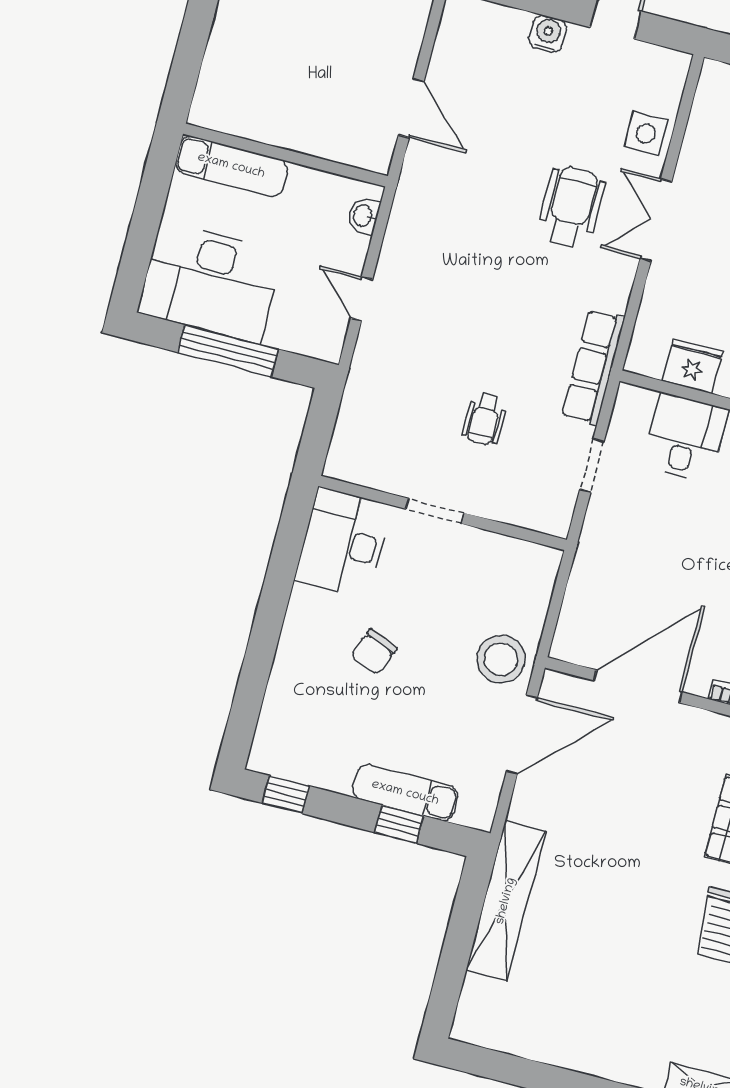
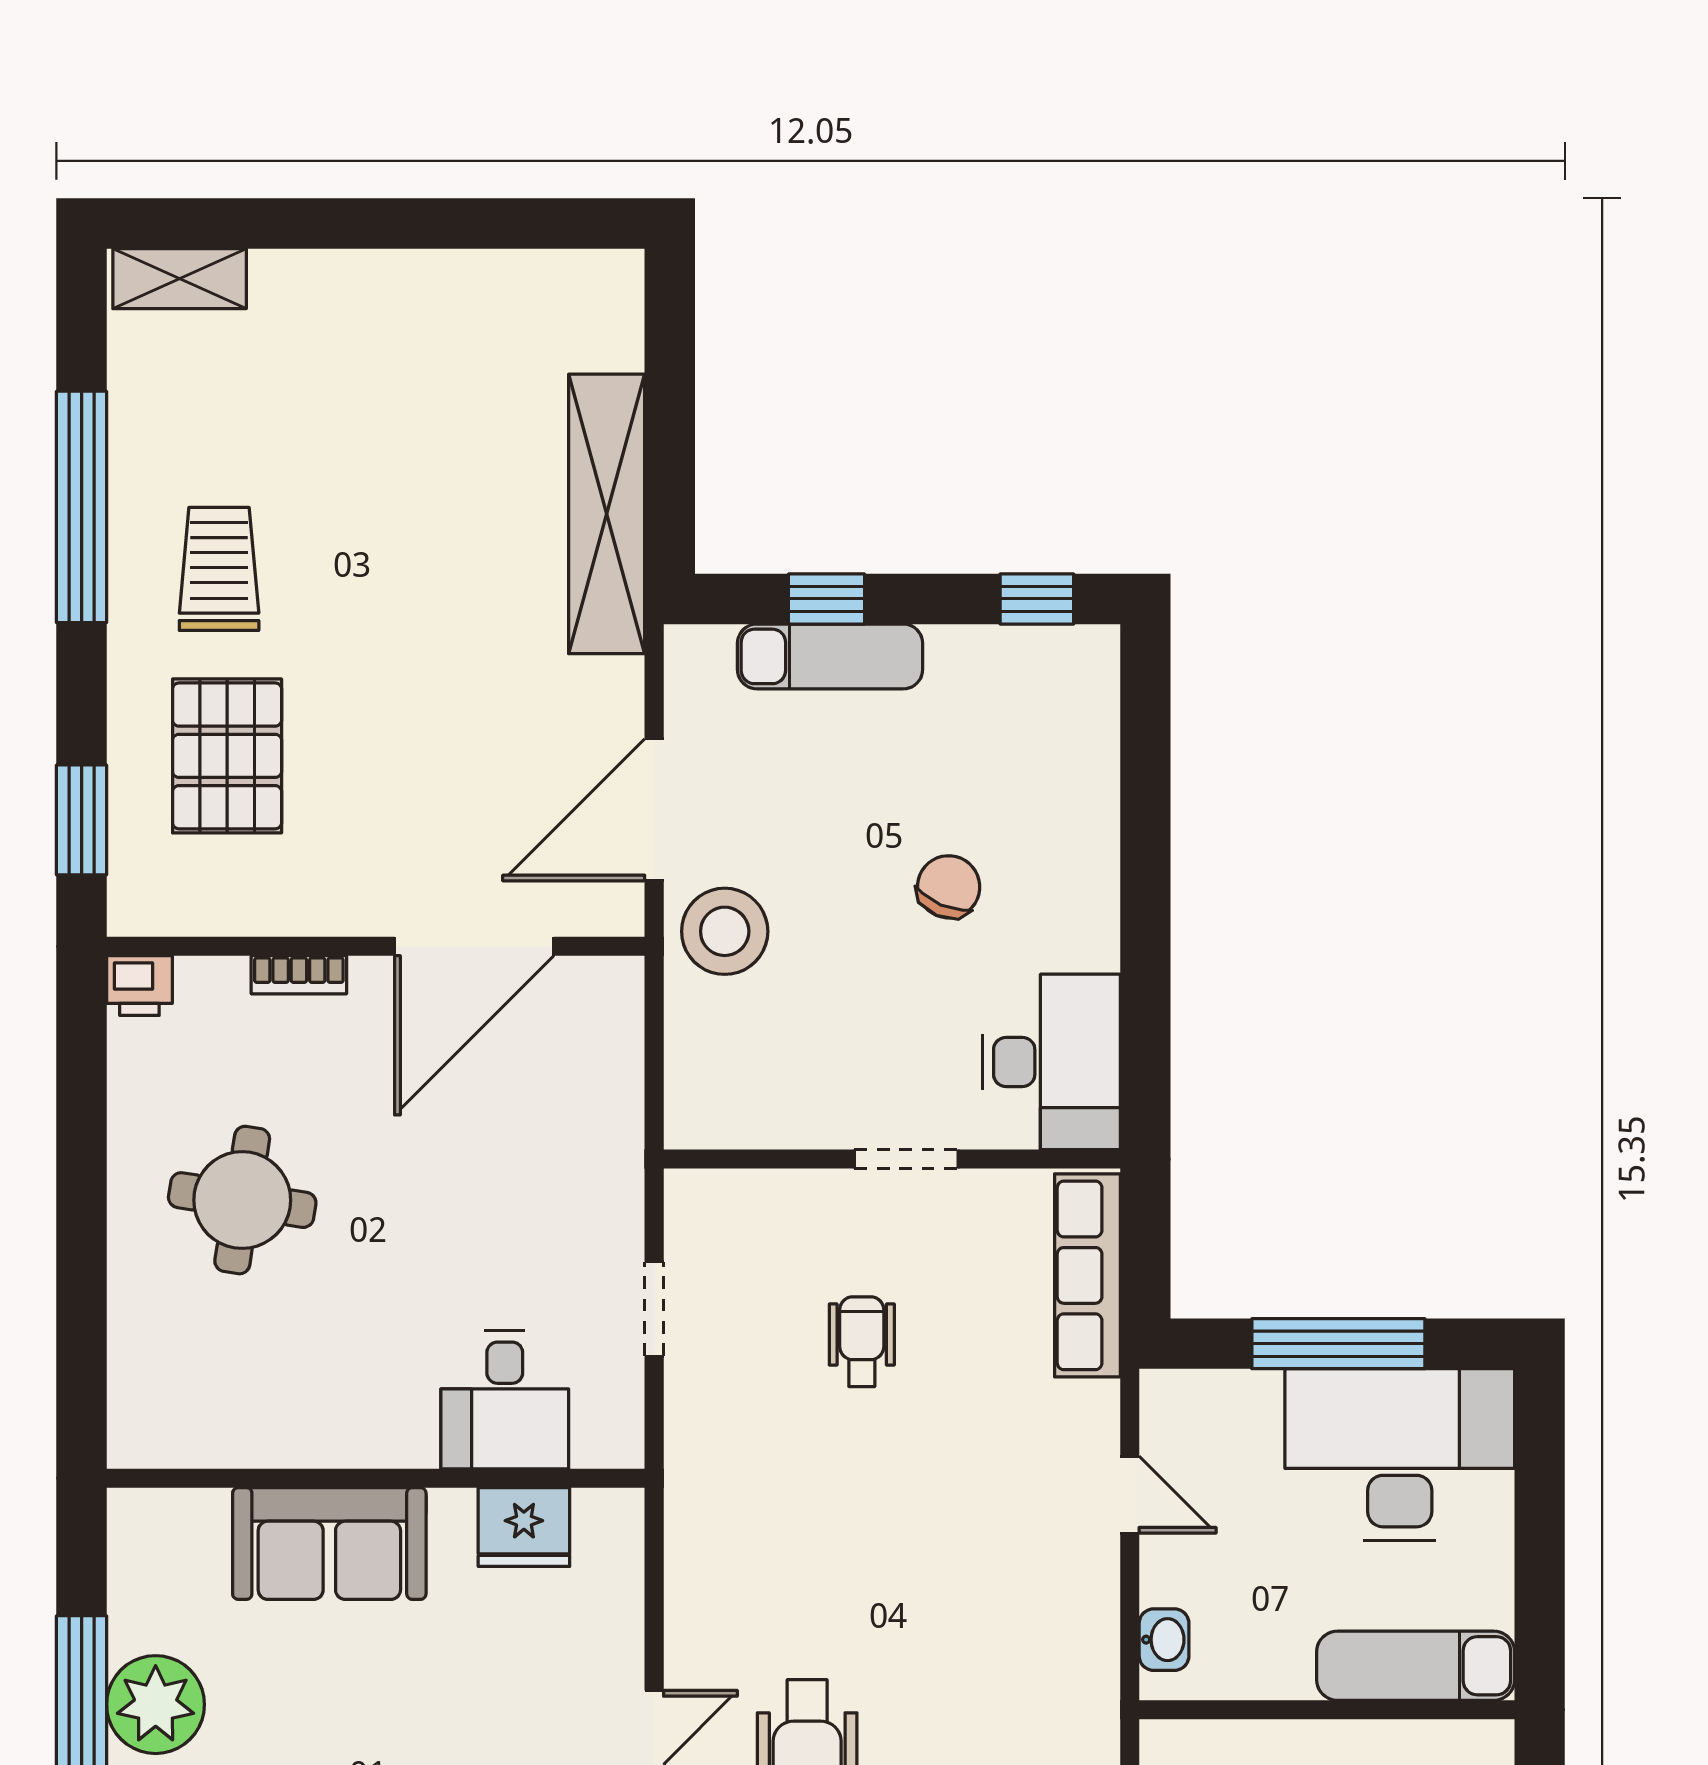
row of seats: (593, 367) -> (1087, 1275), moved, turned 180

